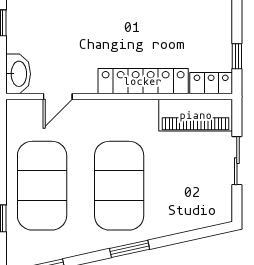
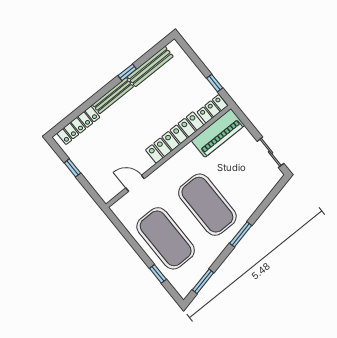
washbasin: (18, 74) -> (104, 188), removed
door: (58, 97) -> (135, 183), swing flipped
sliding door: (237, 161) -> (270, 152), moved

